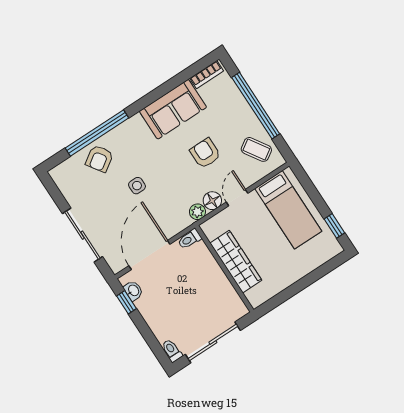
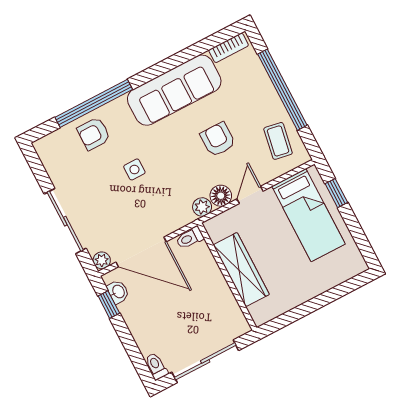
sofa: (173, 109) -> (174, 90), width x1.36
coffee table: (256, 149) -> (278, 141), turned 43
armchair: (99, 159) -> (94, 134), turned 34
window: (334, 226) -> (336, 193), moved
door: (149, 255) -> (141, 252), swing flipped
plant: (117, 265) -> (102, 260), added

